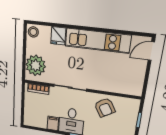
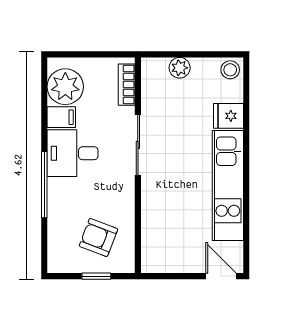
plant: (36, 65) -> (180, 68), width x0.53, depth x0.53
armchair: (105, 108) -> (98, 237), moved, turned 52
plant: (38, 119) -> (65, 87), added

